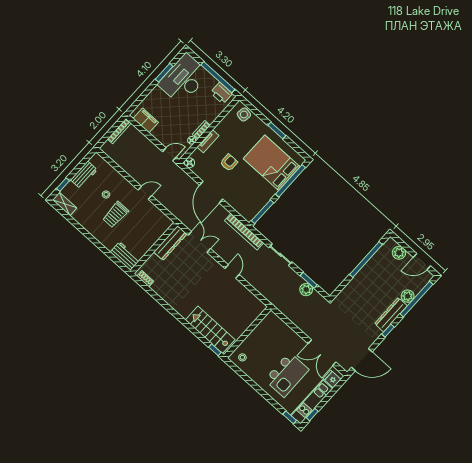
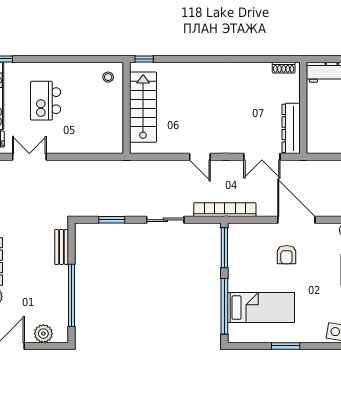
armchair: (229, 162) -> (286, 255), moved
bed: (272, 163) -> (261, 308), width x0.67
plant: (306, 290) -> (106, 208), removed
bench: (348, 290) -> (62, 247), added
stairs: (210, 330) -> (143, 107), moved, turned -90
double door: (322, 353) -> (29, 157), width x0.73
kitchen island: (287, 375) -> (46, 101), width x0.73, depth x0.78

